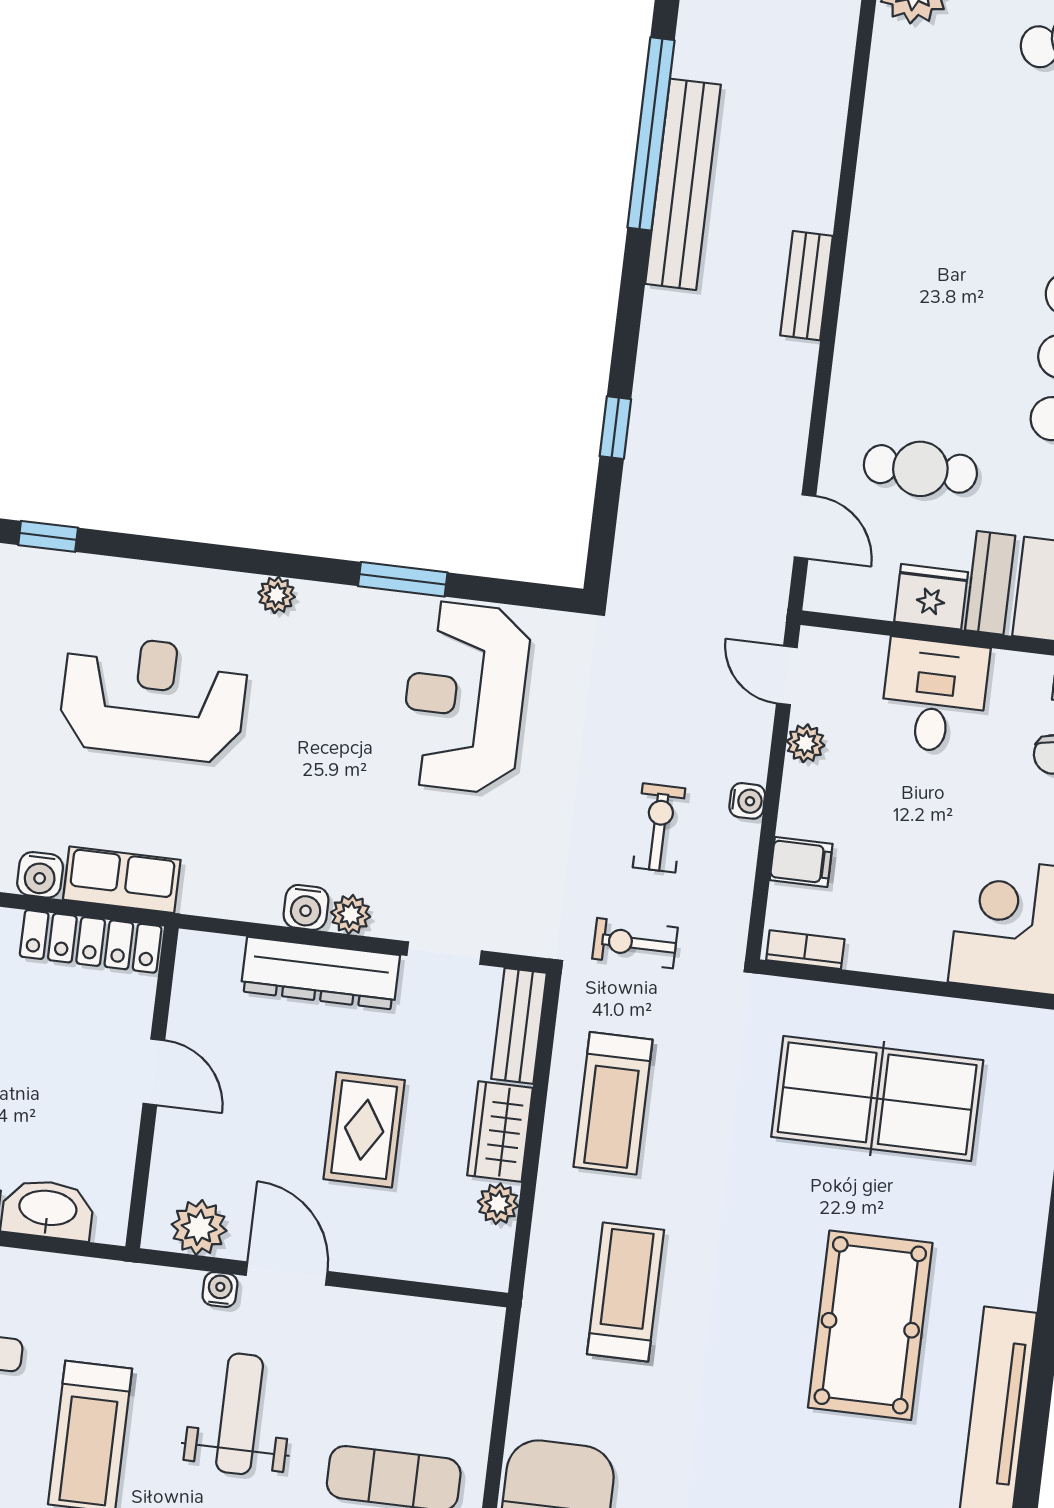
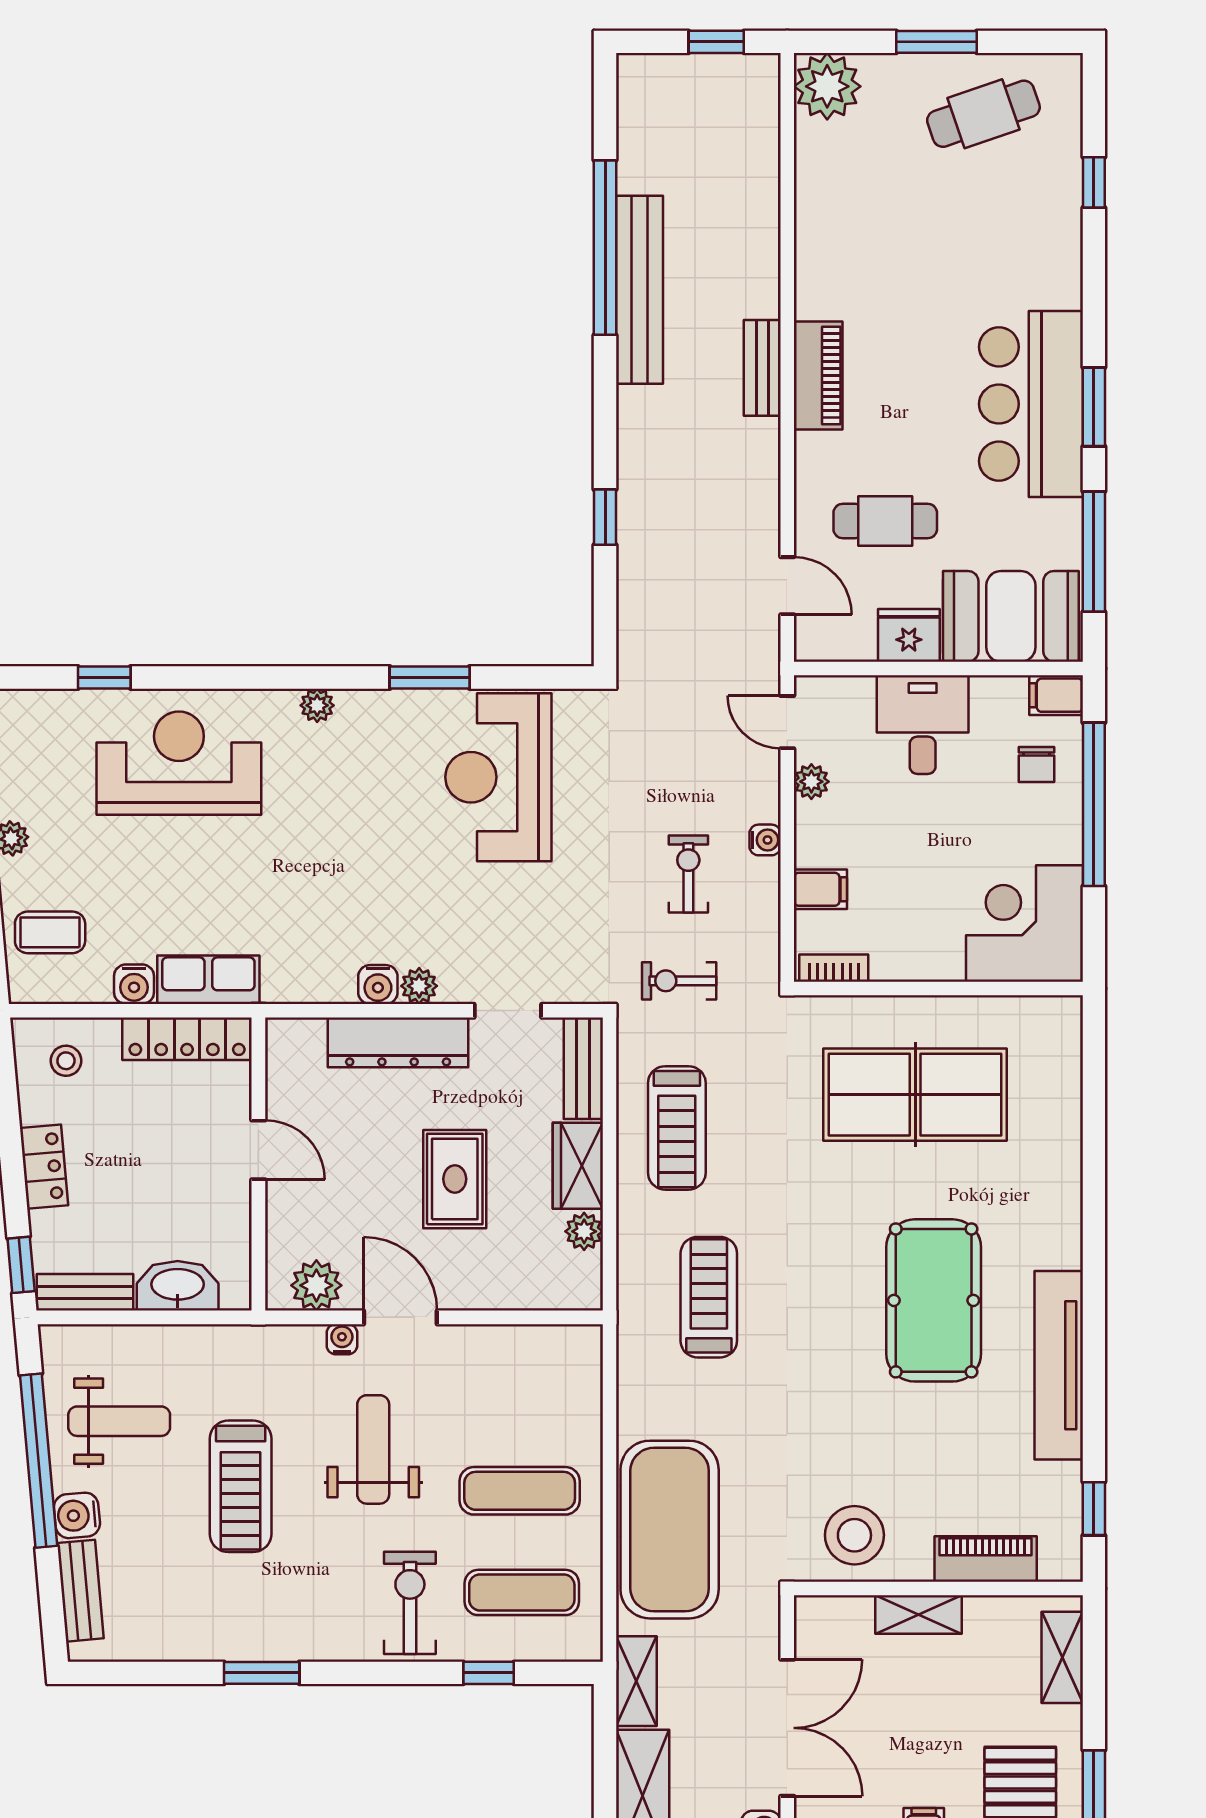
piano: (866, 301) -> (818, 376), added
reception desk: (153, 698) -> (179, 763), moved

